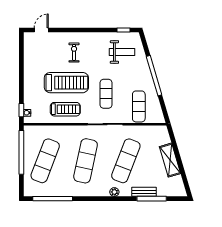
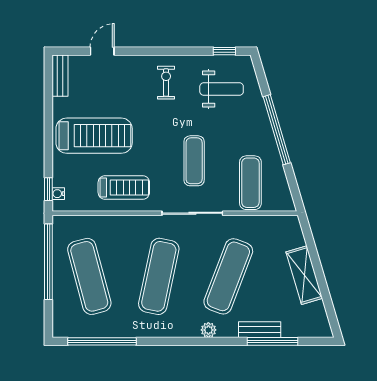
door: (41, 30) -> (102, 51), moved
bench: (28, 44) -> (60, 76), added
exercise bike: (74, 52) -> (166, 83), moved
treadmill: (66, 83) -> (94, 136), moved
exercise mat: (45, 161) -> (89, 276), turned -36

